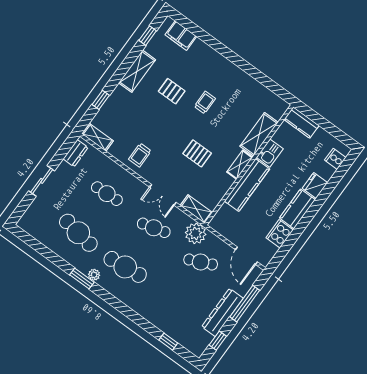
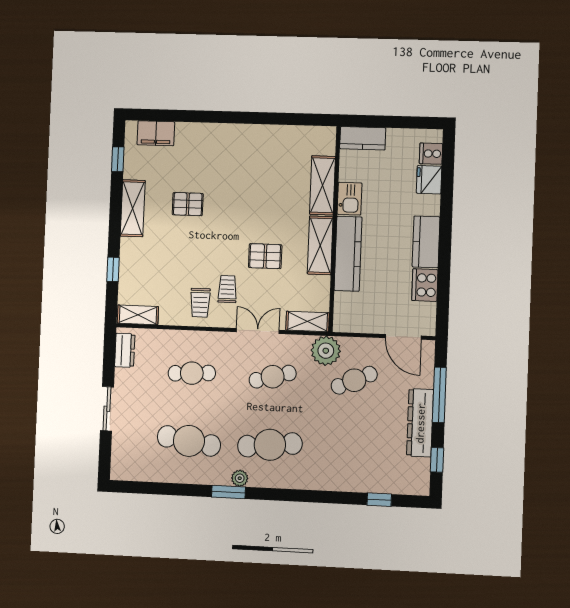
trolley: (205, 103) -> (227, 289), moved
shelving: (240, 165) -> (320, 245), width x1.50, depth x1.33
fridge: (315, 185) -> (429, 180), moved
double door: (163, 195) -> (258, 331), swing flipped

